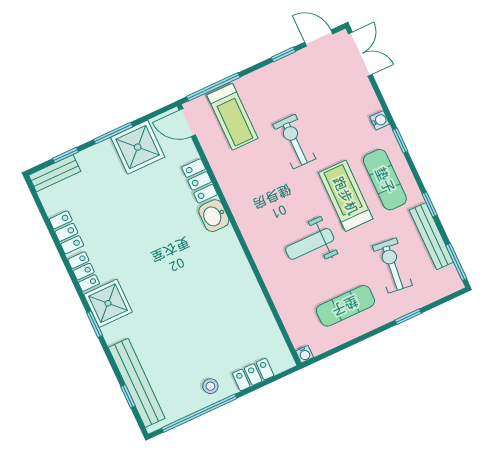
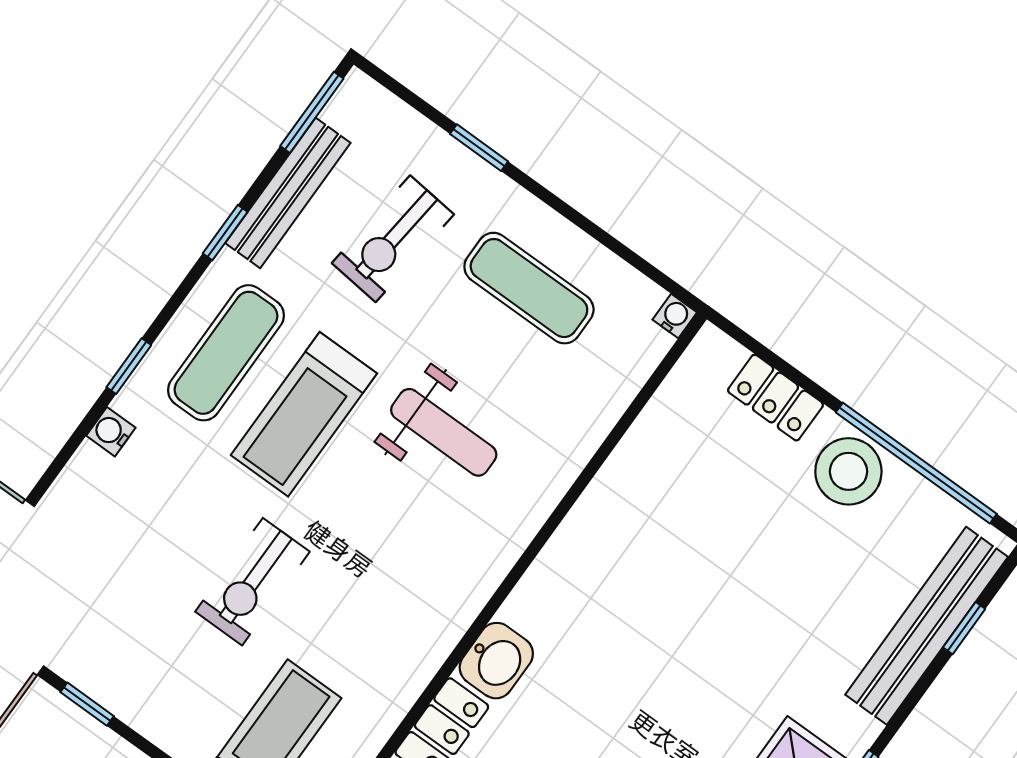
stool: (210, 386) -> (848, 471), width x1.89, depth x1.89

